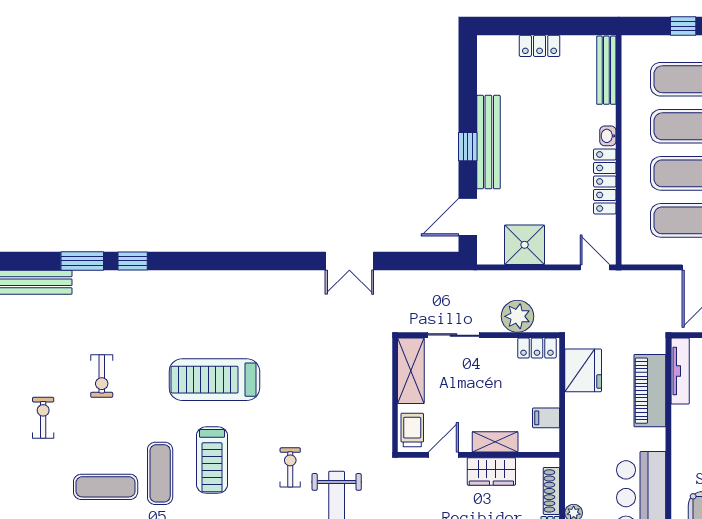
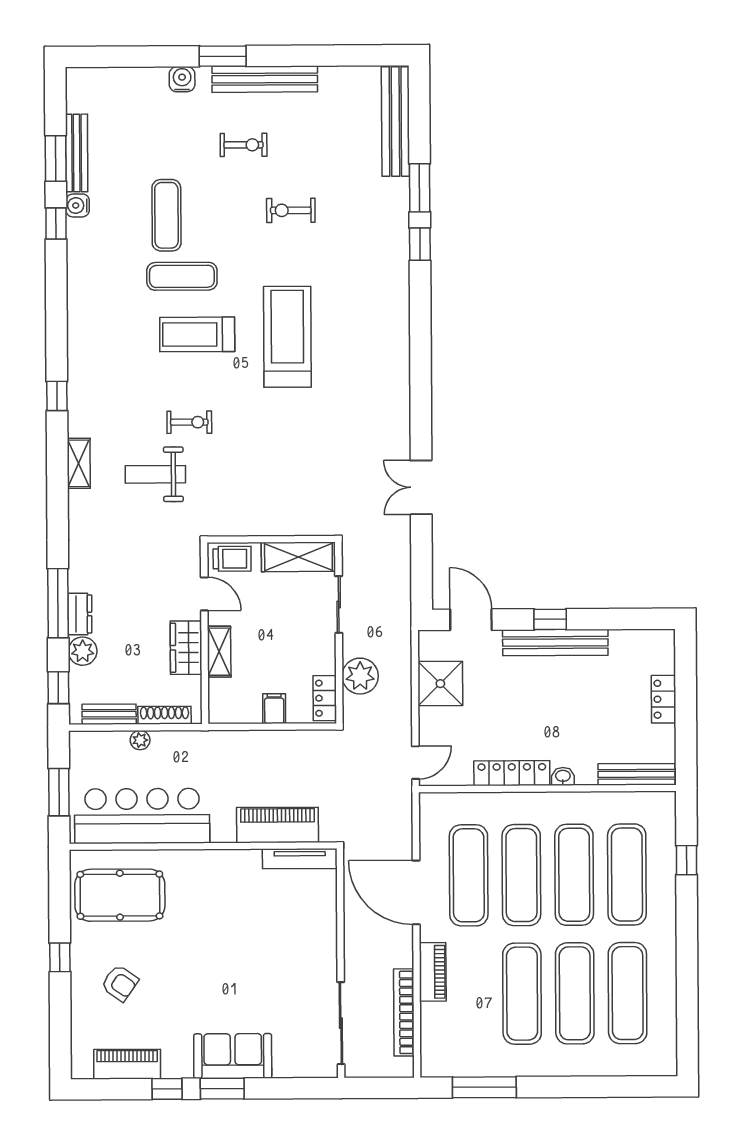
fridge: (583, 370) -> (300, 750), removed
filing cabinet: (546, 418) -> (274, 709), moved

